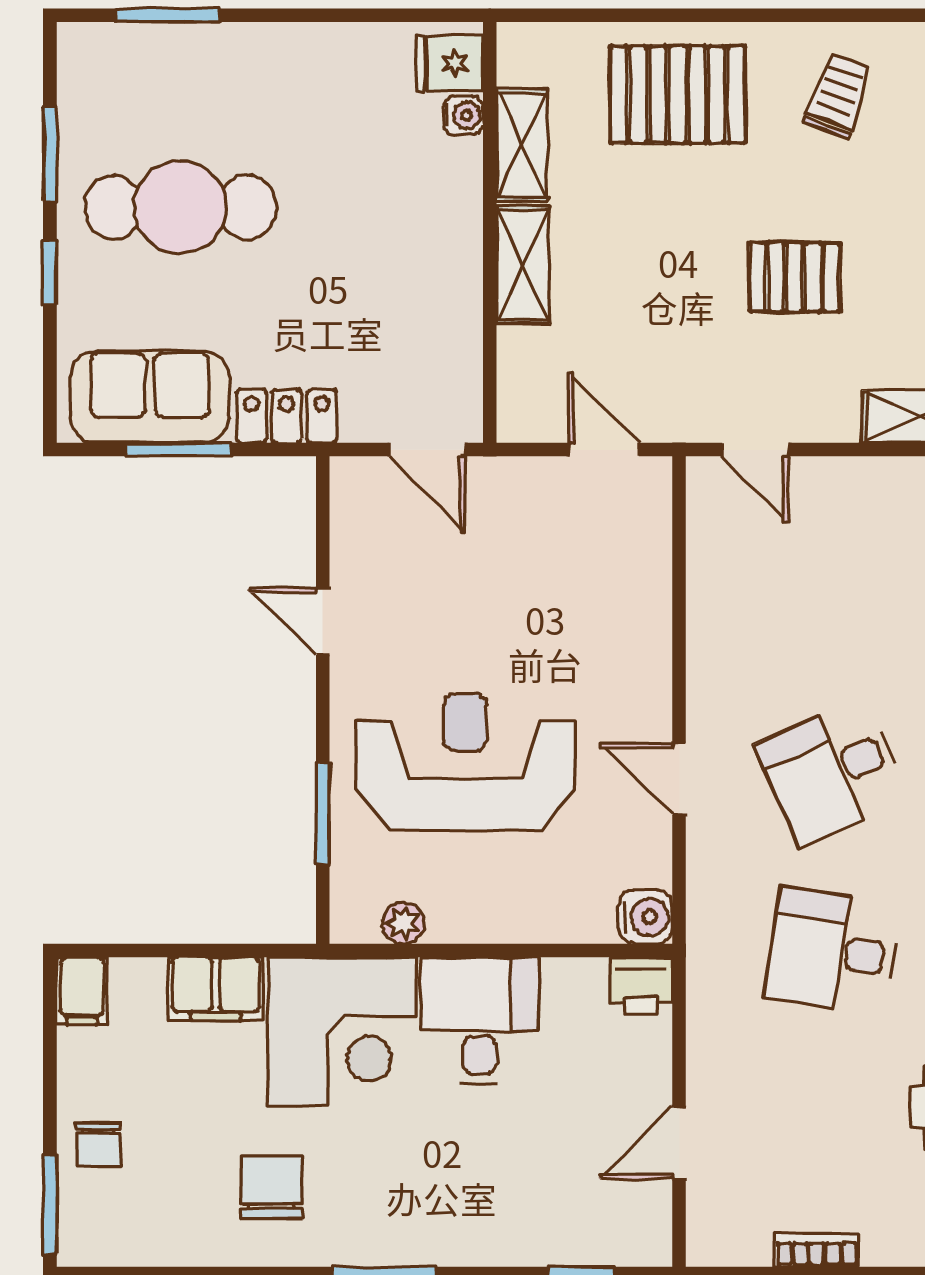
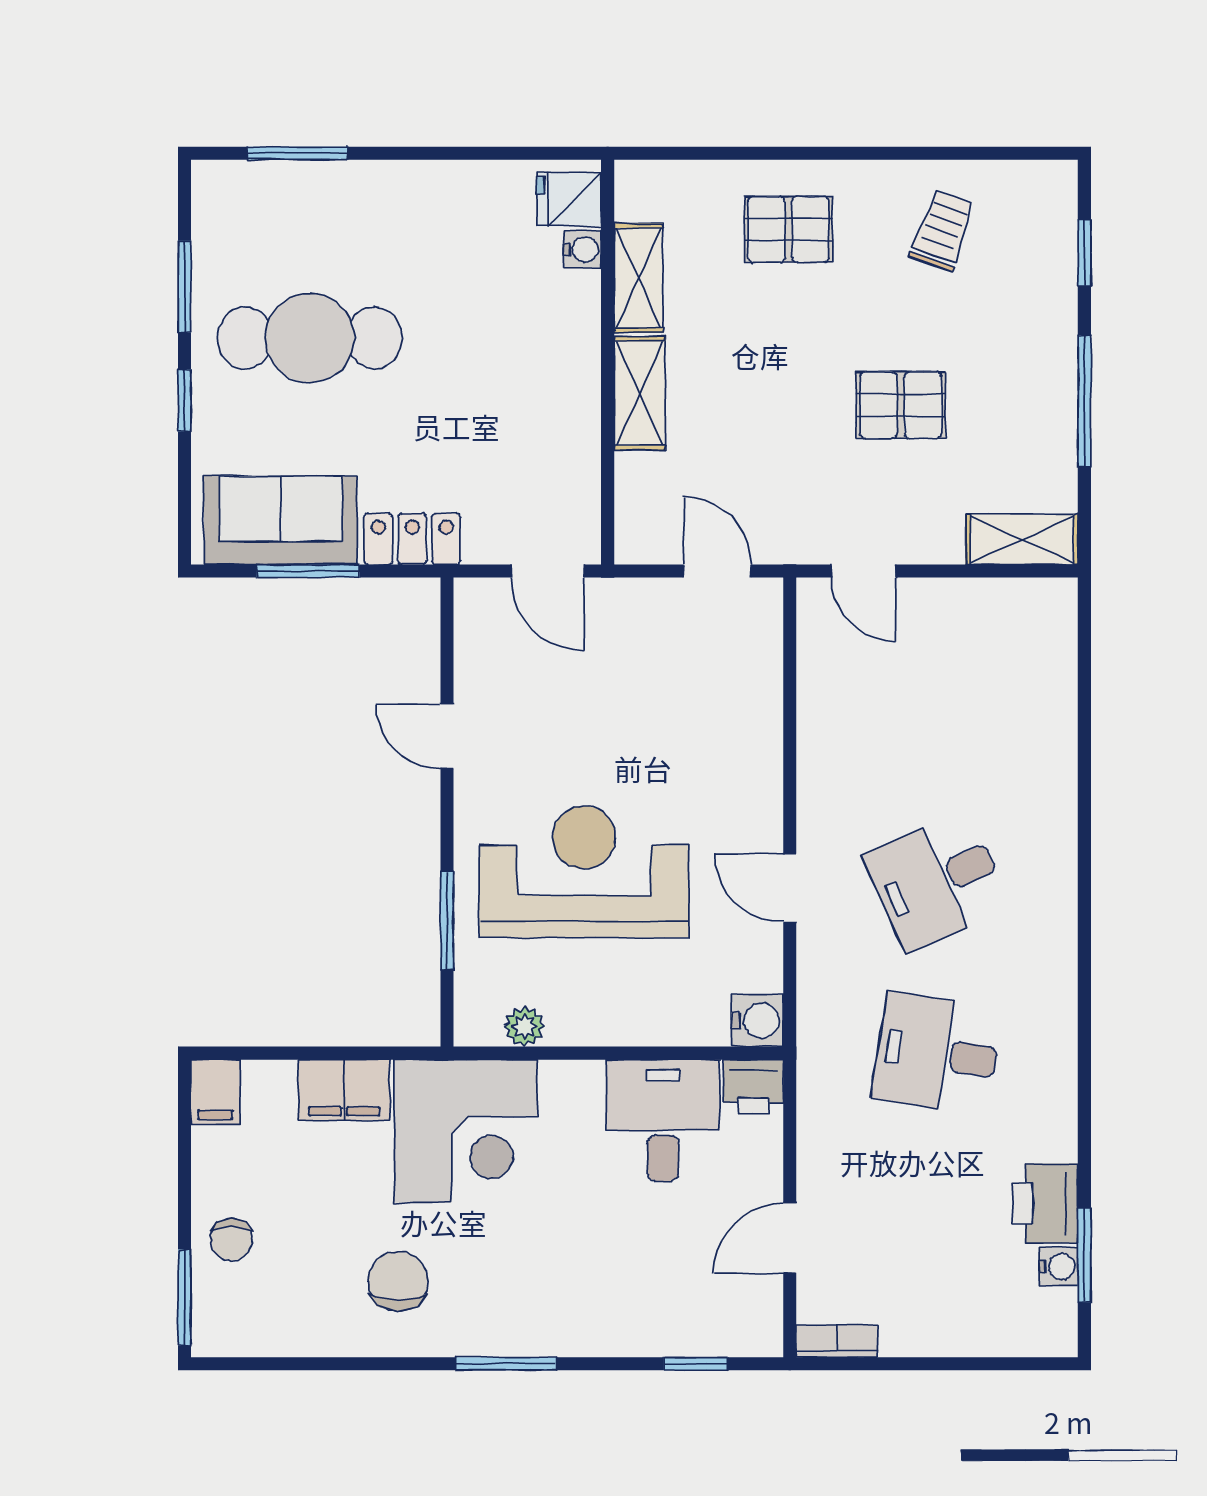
pallet: (678, 95) -> (788, 230), width x0.67, depth x0.71
desk: (480, 1020) -> (663, 1120), moved
bookcase: (817, 1250) -> (837, 1341), moved

